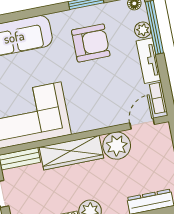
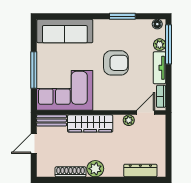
armchair: (91, 43) -> (116, 63), moved
plant: (117, 146) -> (129, 120), width x0.53, depth x0.53

